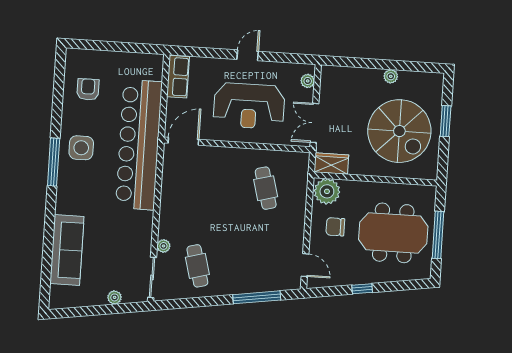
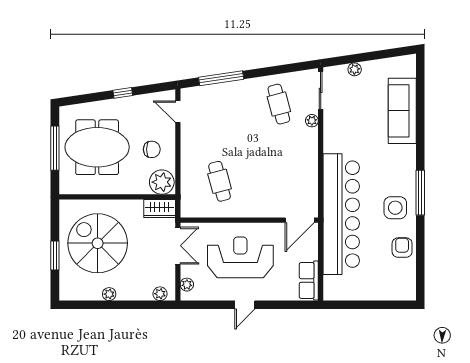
plant: (337, 73) -> (160, 294), added
armchair: (88, 89) -> (402, 248), moved, turned 180

